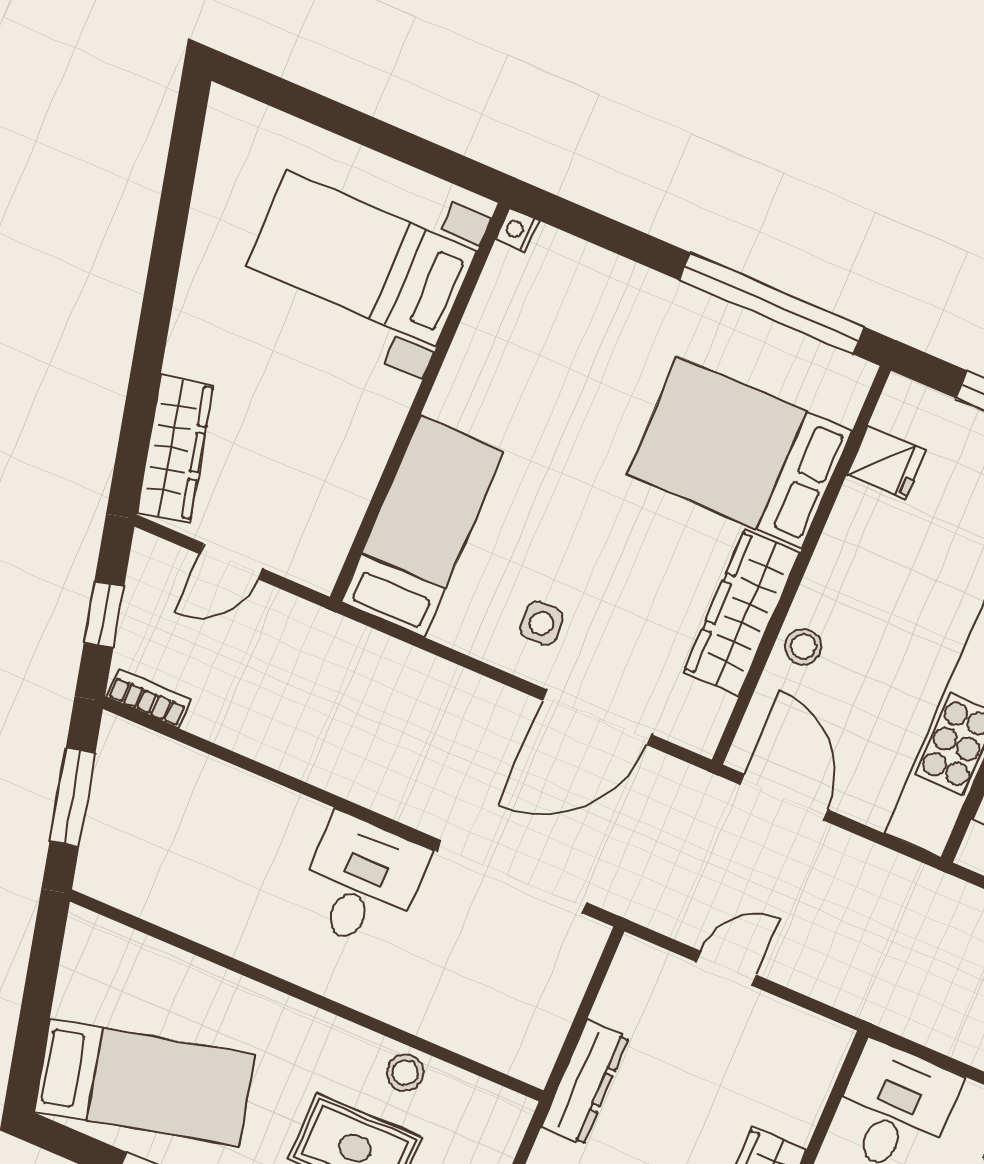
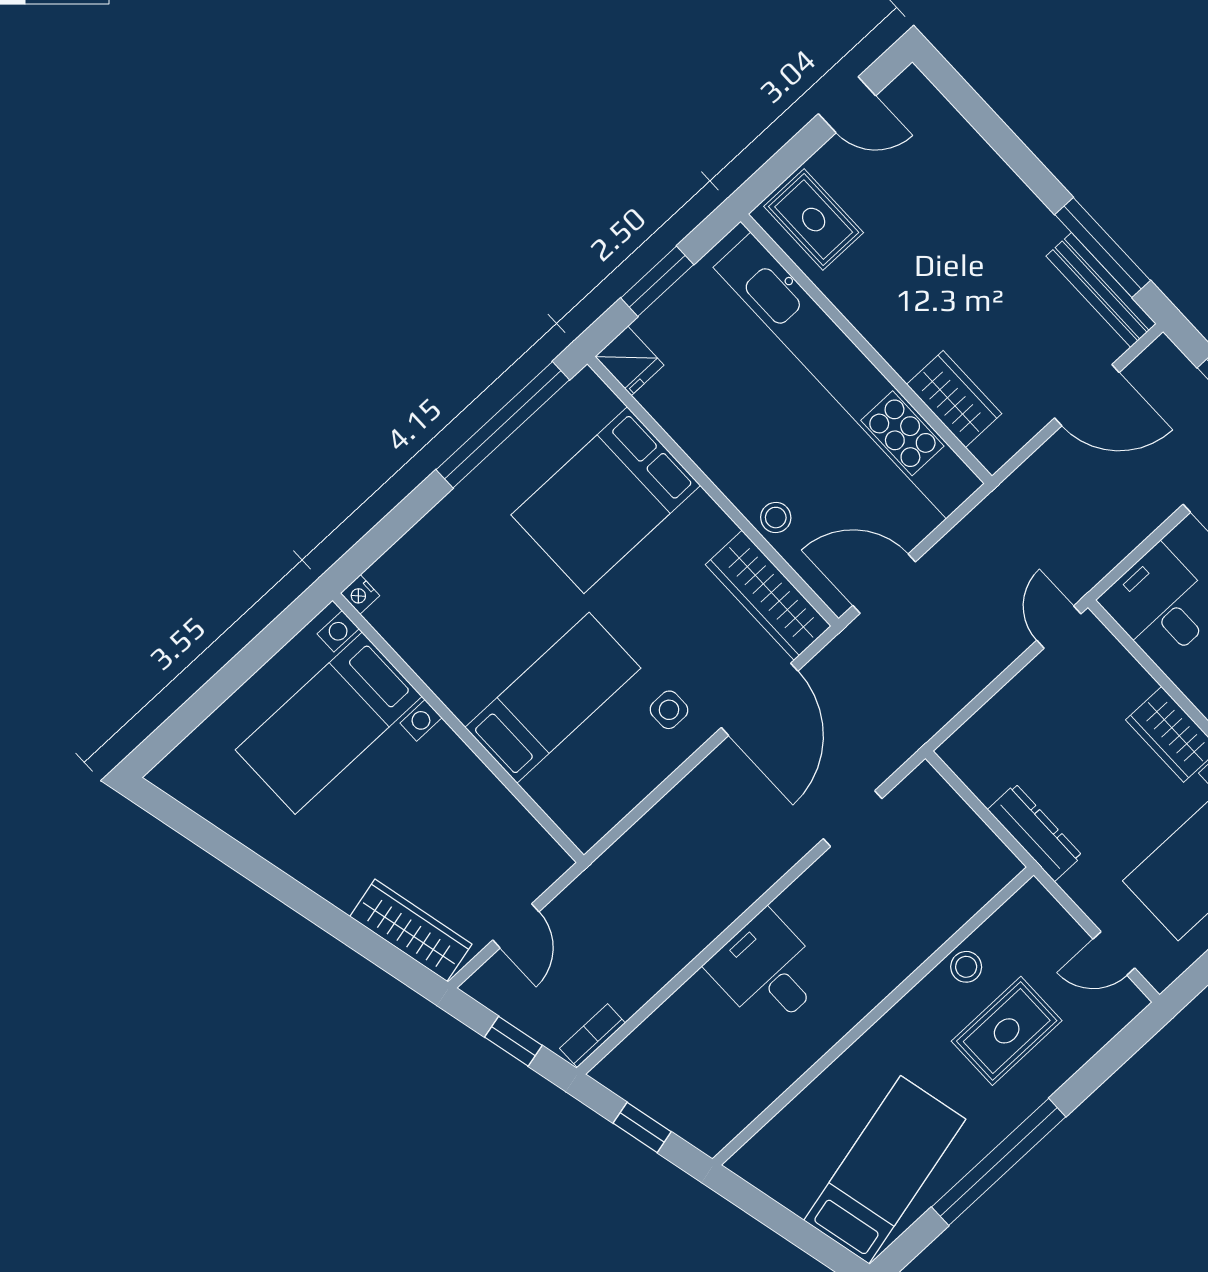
fridge: (886, 463) -> (629, 361), moved, turned 90
bed: (422, 526) -> (553, 698), moved, turned 90
wardrobe: (742, 612) -> (768, 595), moved
window: (73, 797) -> (642, 1127), width x0.67
doorway: (512, 877) -> (853, 819), width x0.53
desk: (361, 882) -> (767, 971), moved
door: (726, 968) -> (1059, 627), moved

